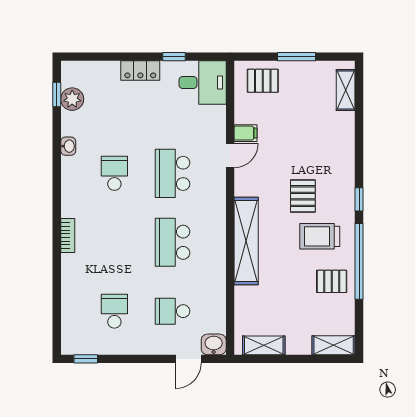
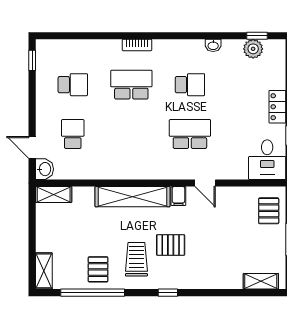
filing cabinet: (245, 133) -> (178, 196), moved
school desk: (172, 242) -> (131, 85), moved
window: (359, 261) -> (93, 293), moved
shelving: (264, 345) -> (54, 195), moved, turned 90

